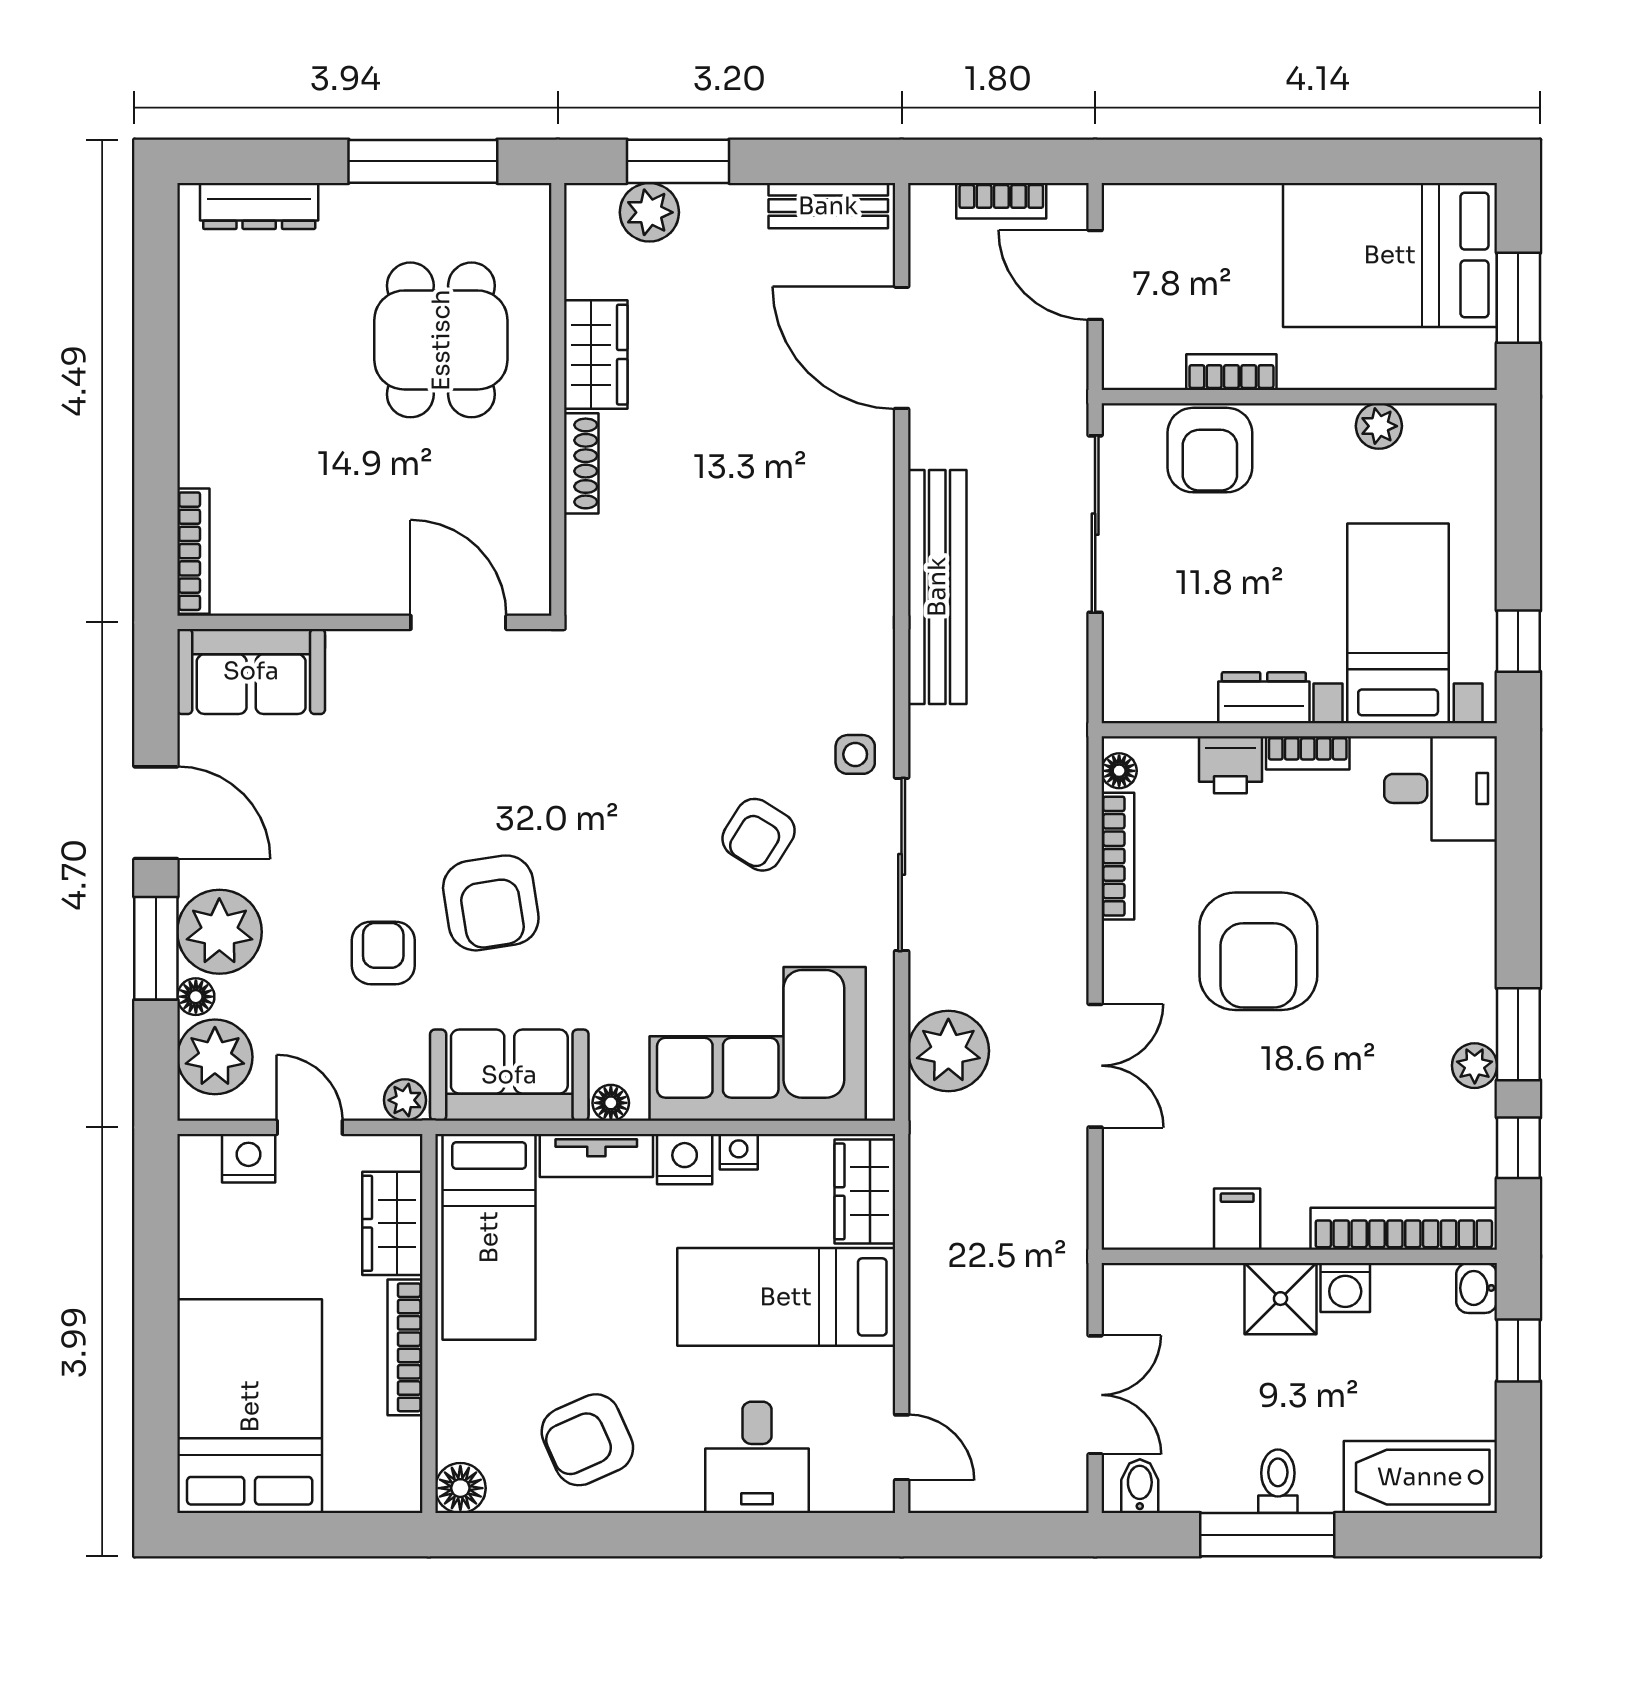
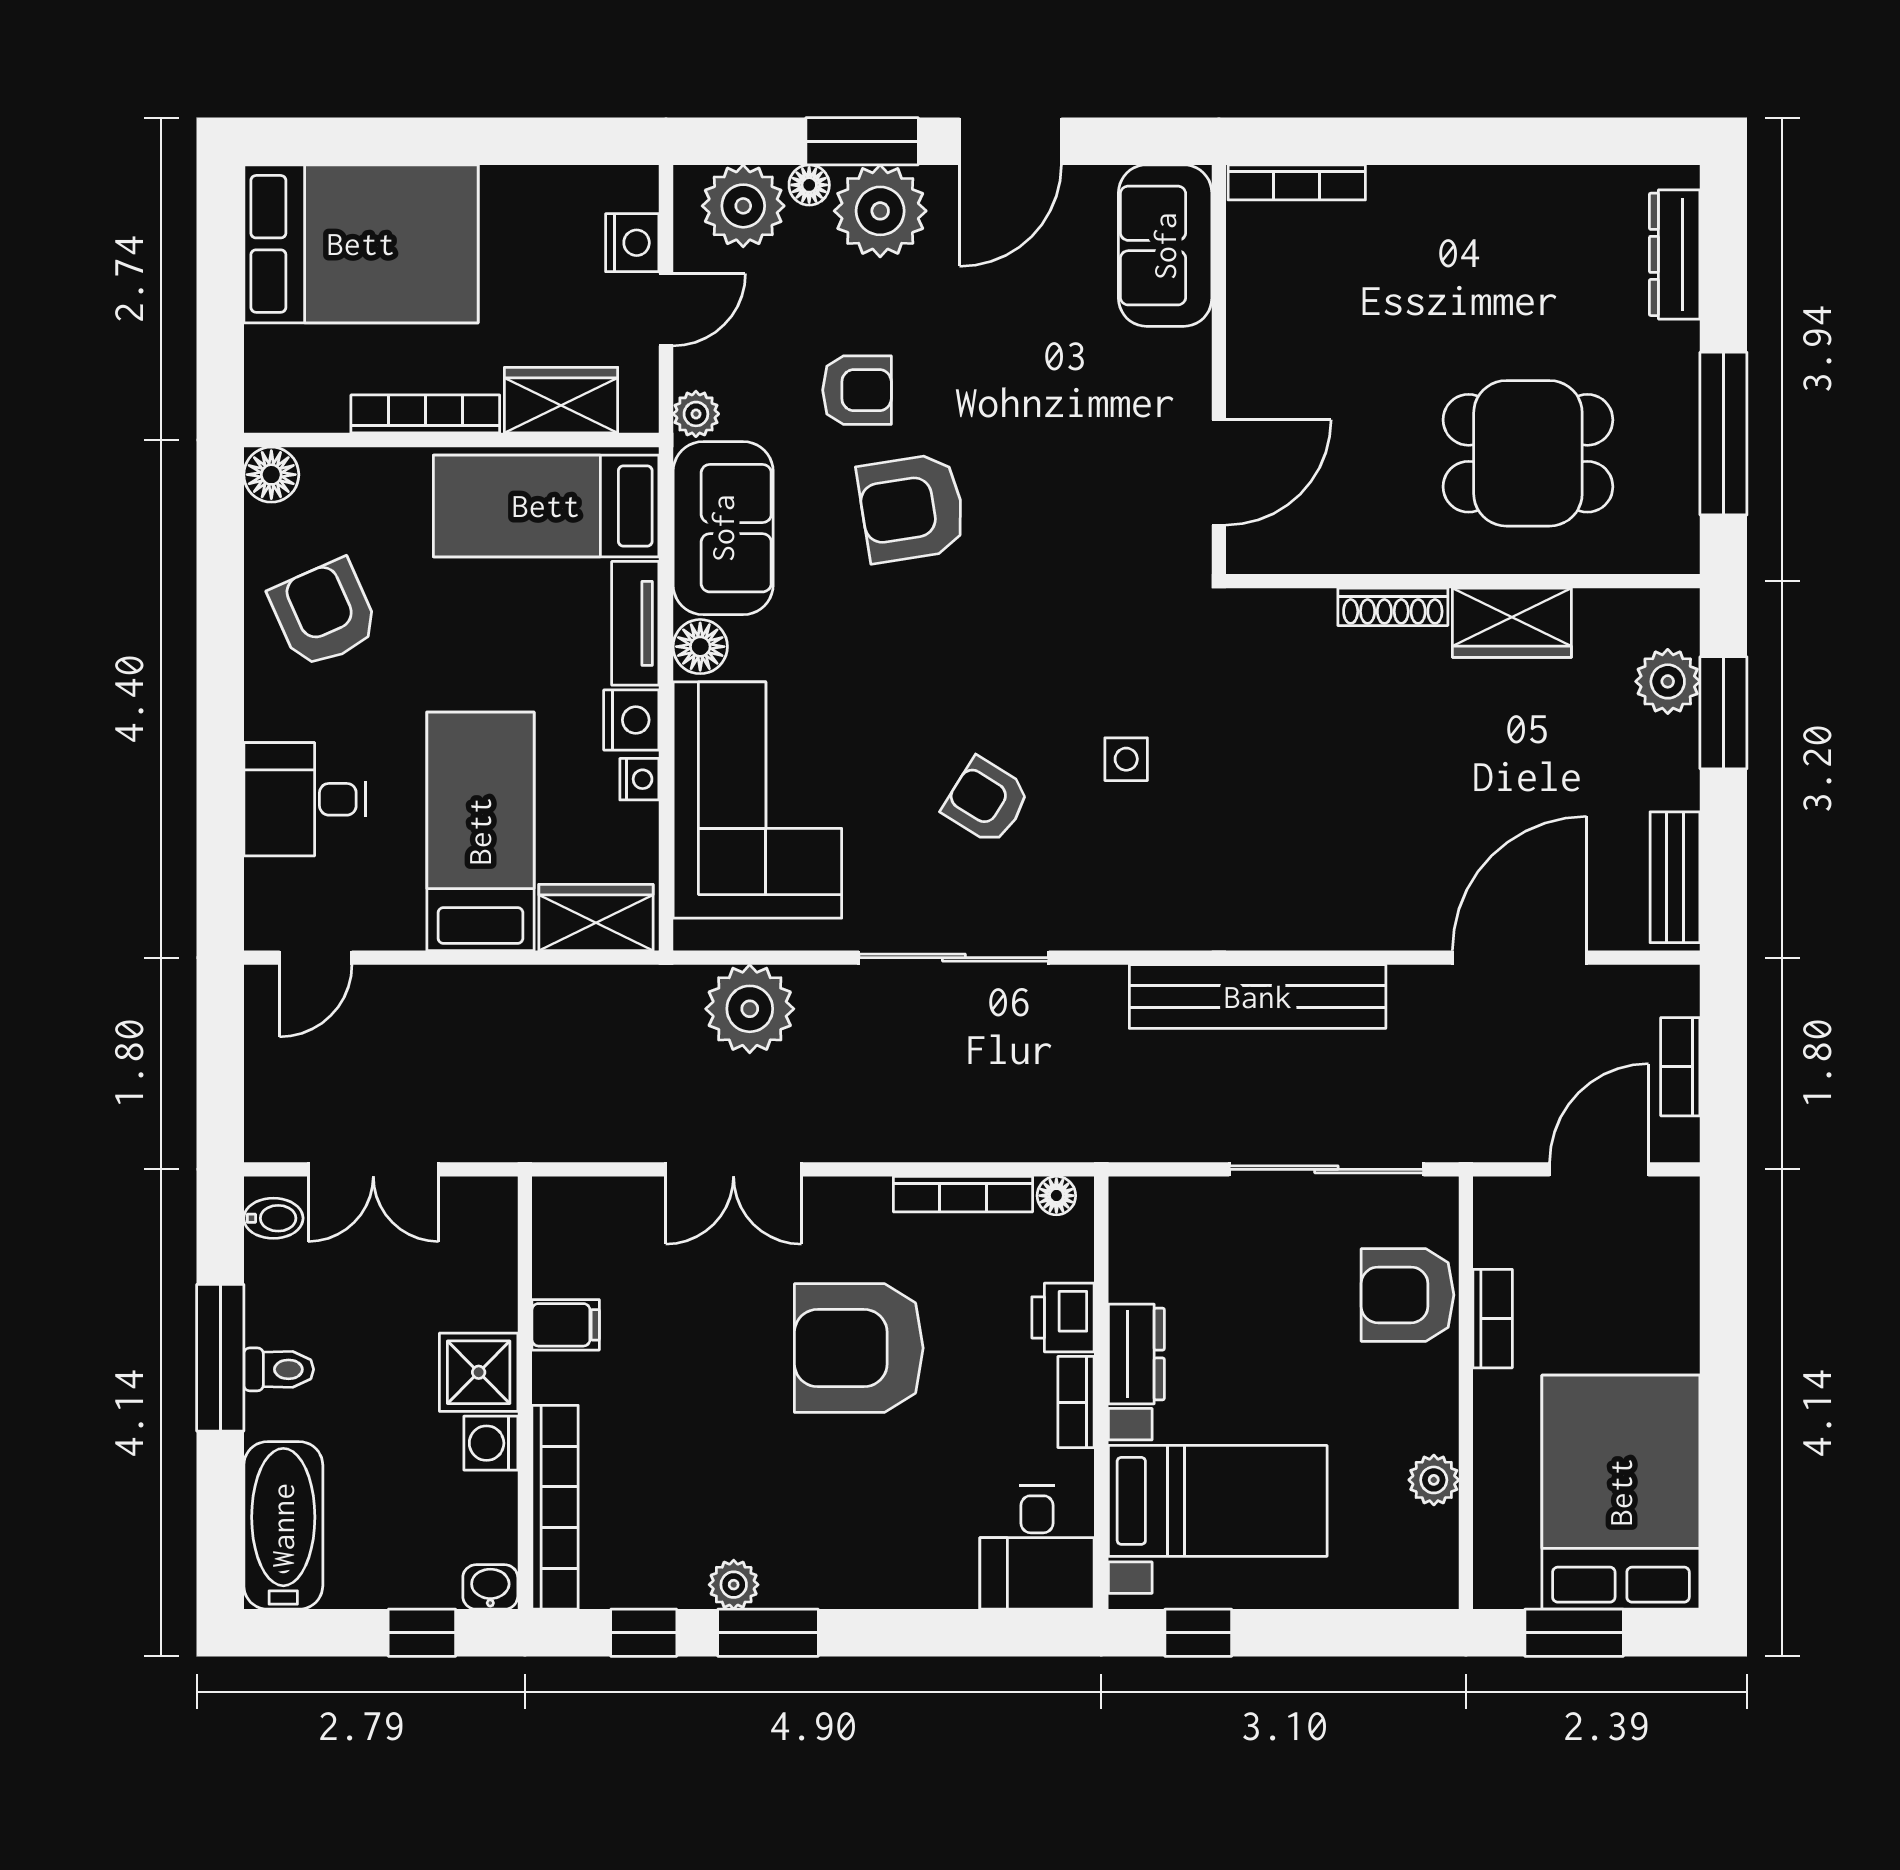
side table: (855, 754) -> (1126, 759), moved
floor lamp: (611, 1103) -> (700, 647), width x1.37, depth x1.37

